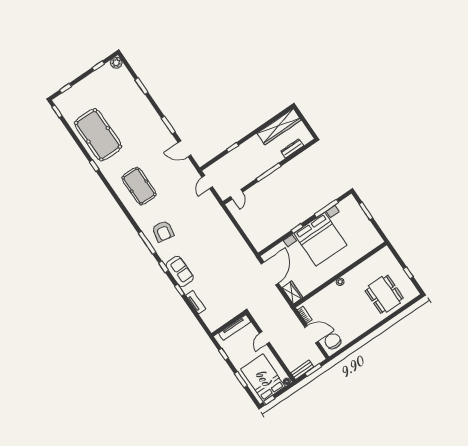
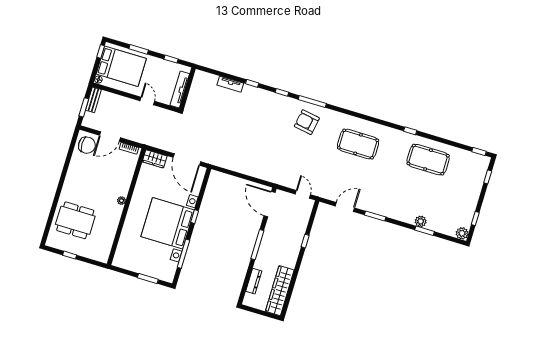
plant: (139, 95) -> (421, 221), added
pool table: (98, 135) -> (428, 160), width x0.73, depth x0.76
door: (237, 194) -> (270, 204), width x1.87
sofa: (180, 271) -> (265, 99), removed

